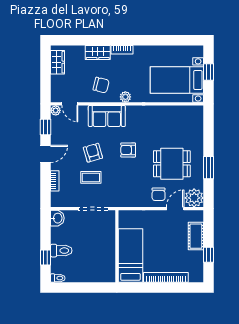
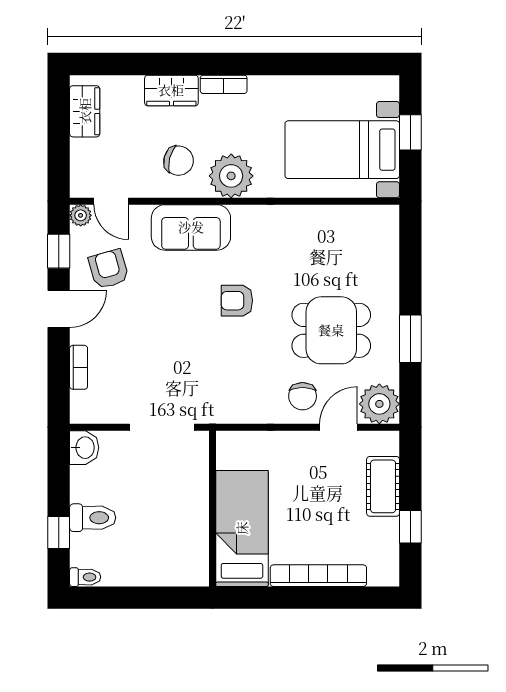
plant: (125, 97) -> (231, 176), width x1.87, depth x1.87
armchair: (93, 153) -> (109, 269), moved
coffee table: (91, 177) -> (157, 360), removed

